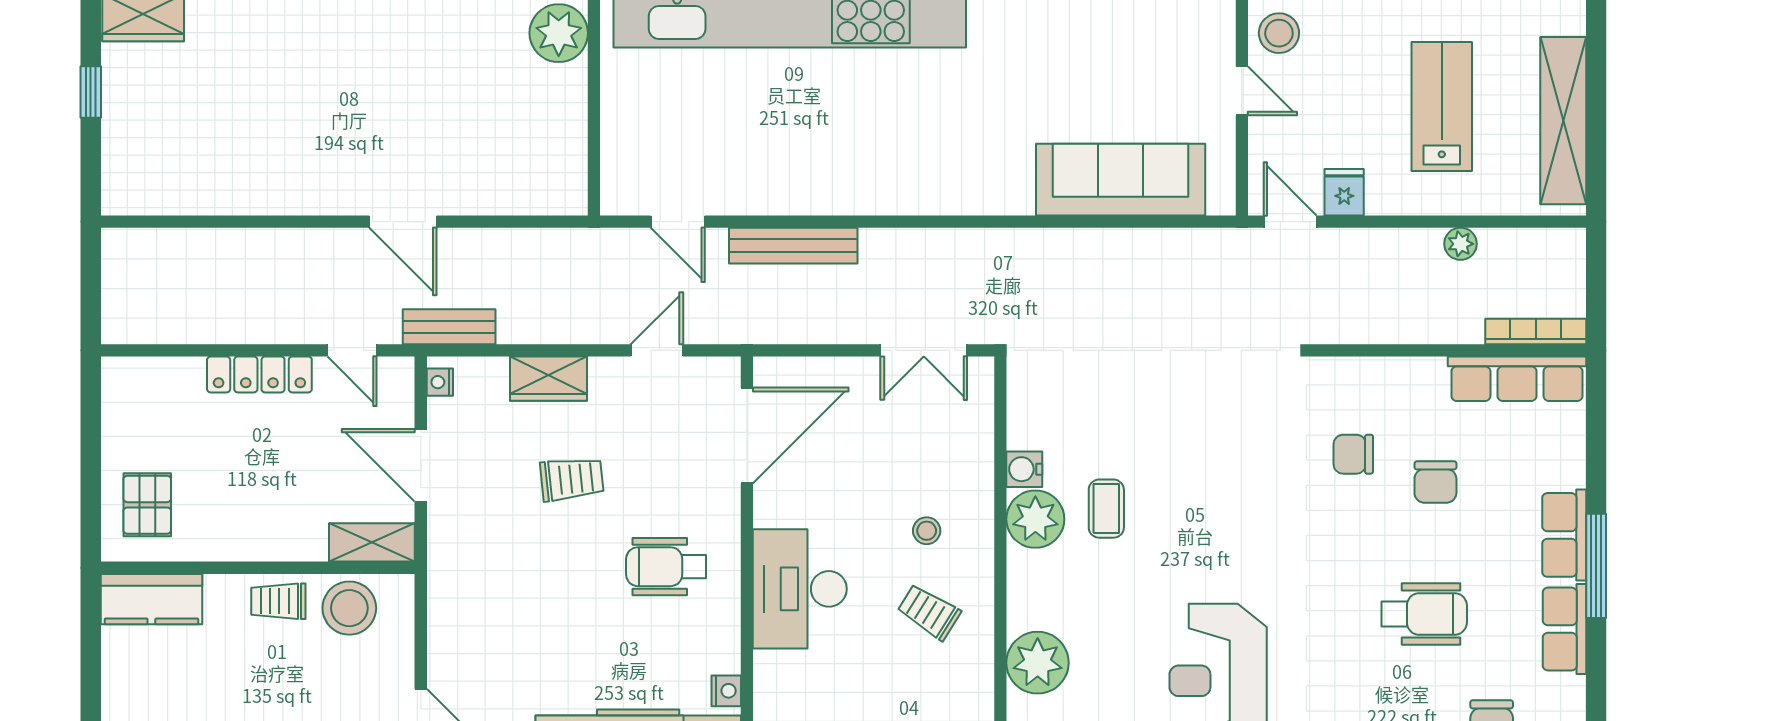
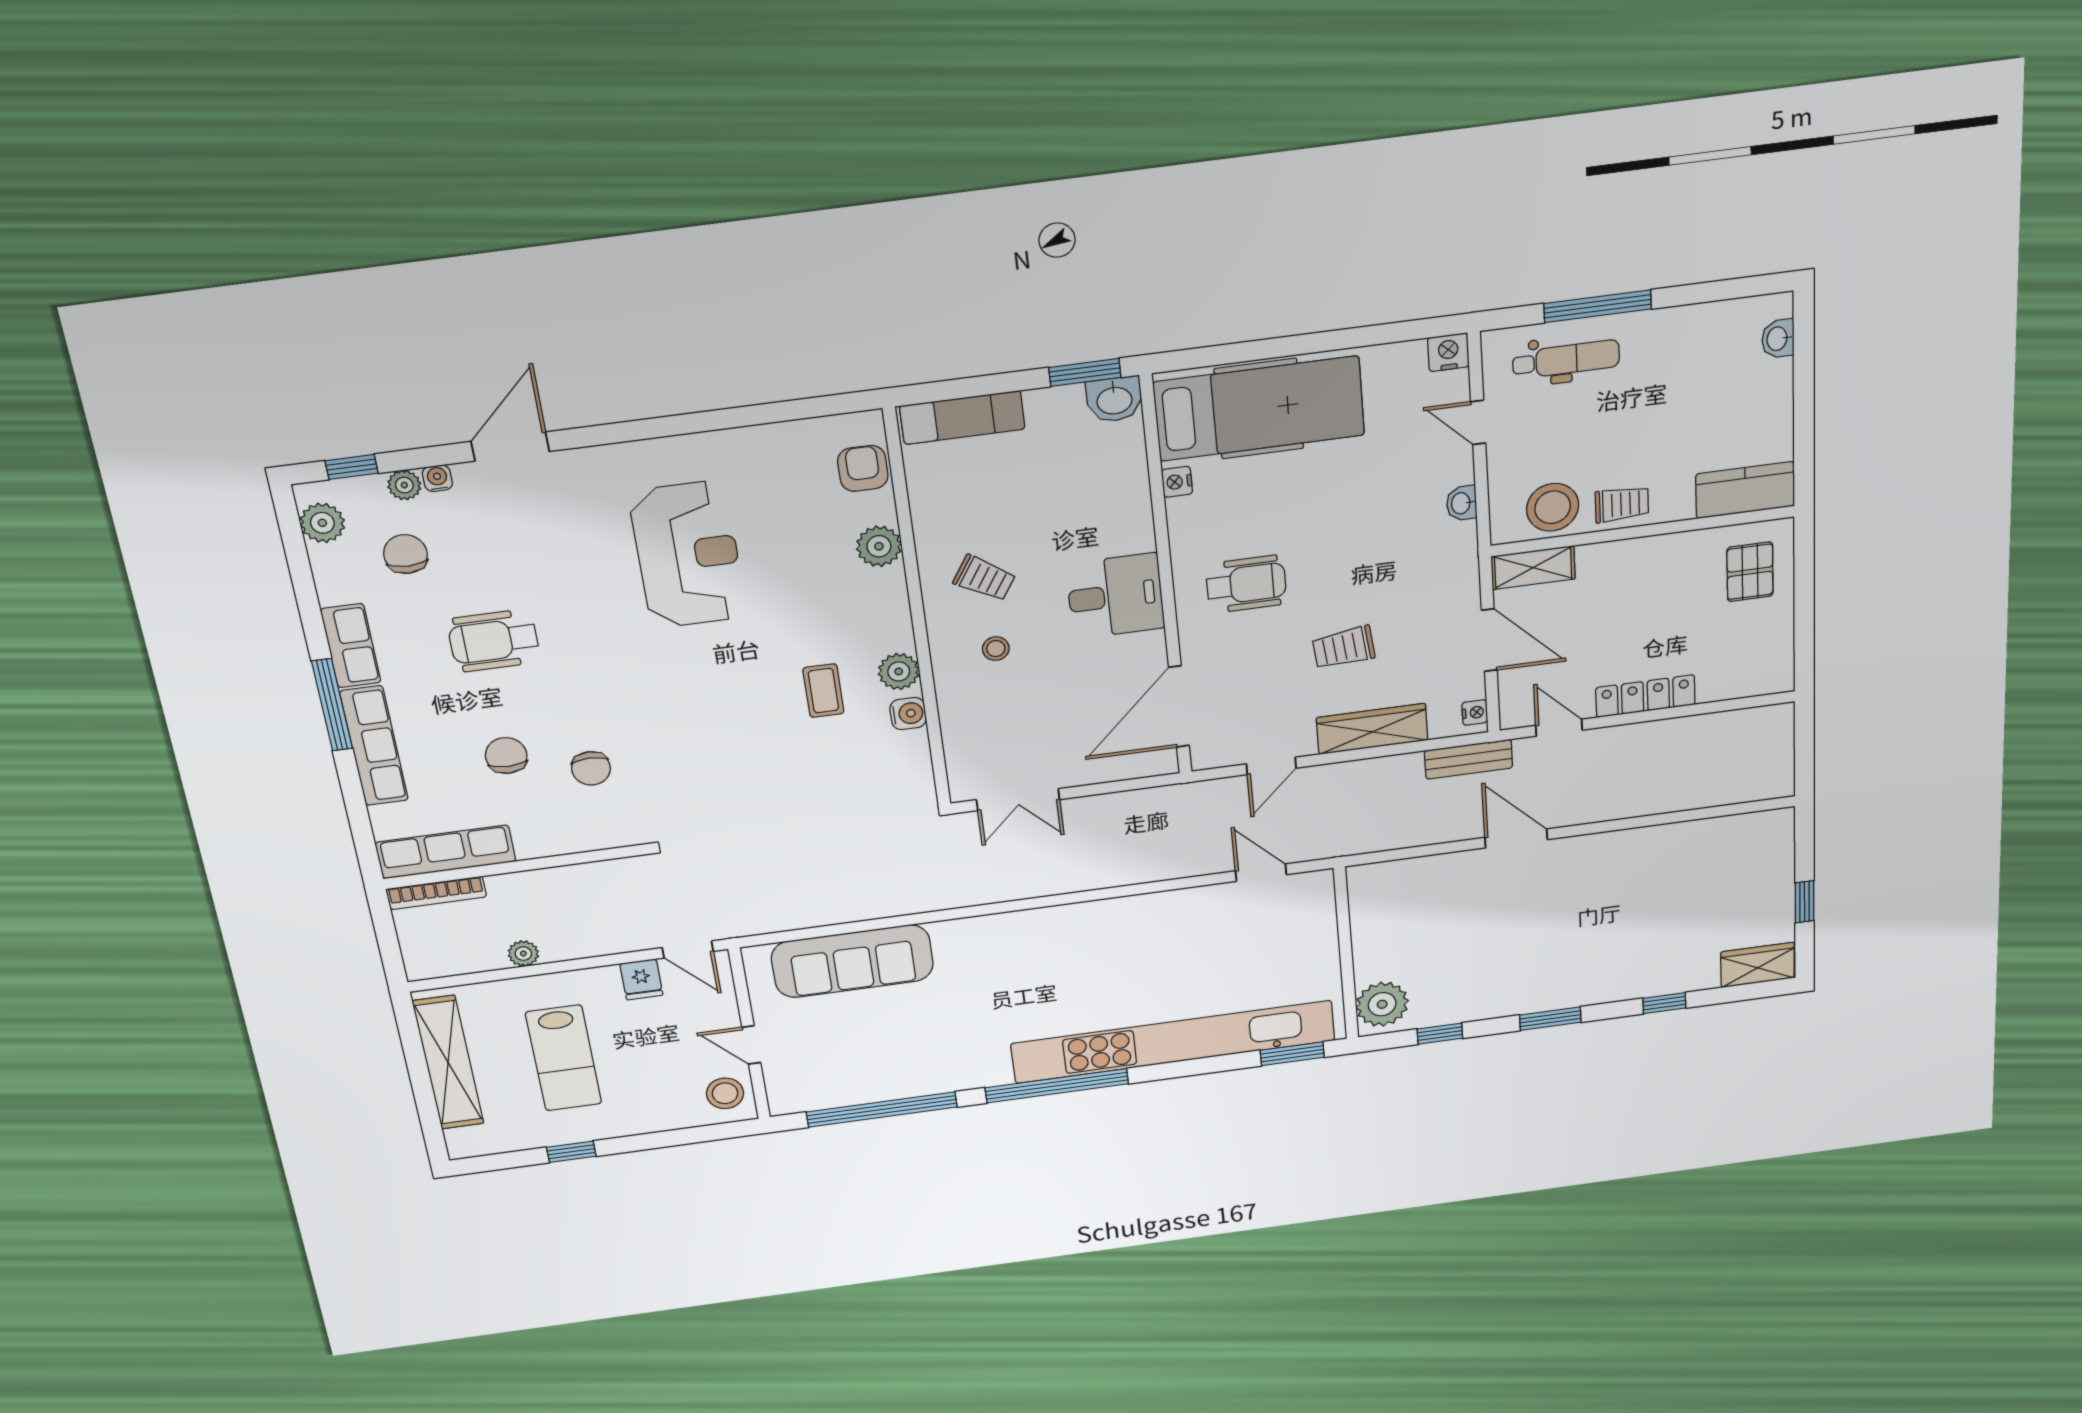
bench: (793, 246) -> (1151, 868), removed
double door: (924, 350) -> (1018, 800), swing flipped
wardrobe: (548, 379) -> (1372, 729), width x1.50
chair: (1353, 454) -> (591, 768), turned 90
plant: (1035, 519) -> (899, 671), width x0.73, depth x0.73
row of seats: (1564, 535) -> (374, 746), width x1.48
desk: (800, 589) -> (1115, 596), width x0.73
washbasin: (442, 626) -> (1462, 503), added
plant: (1038, 663) -> (879, 546), width x0.73, depth x0.73

